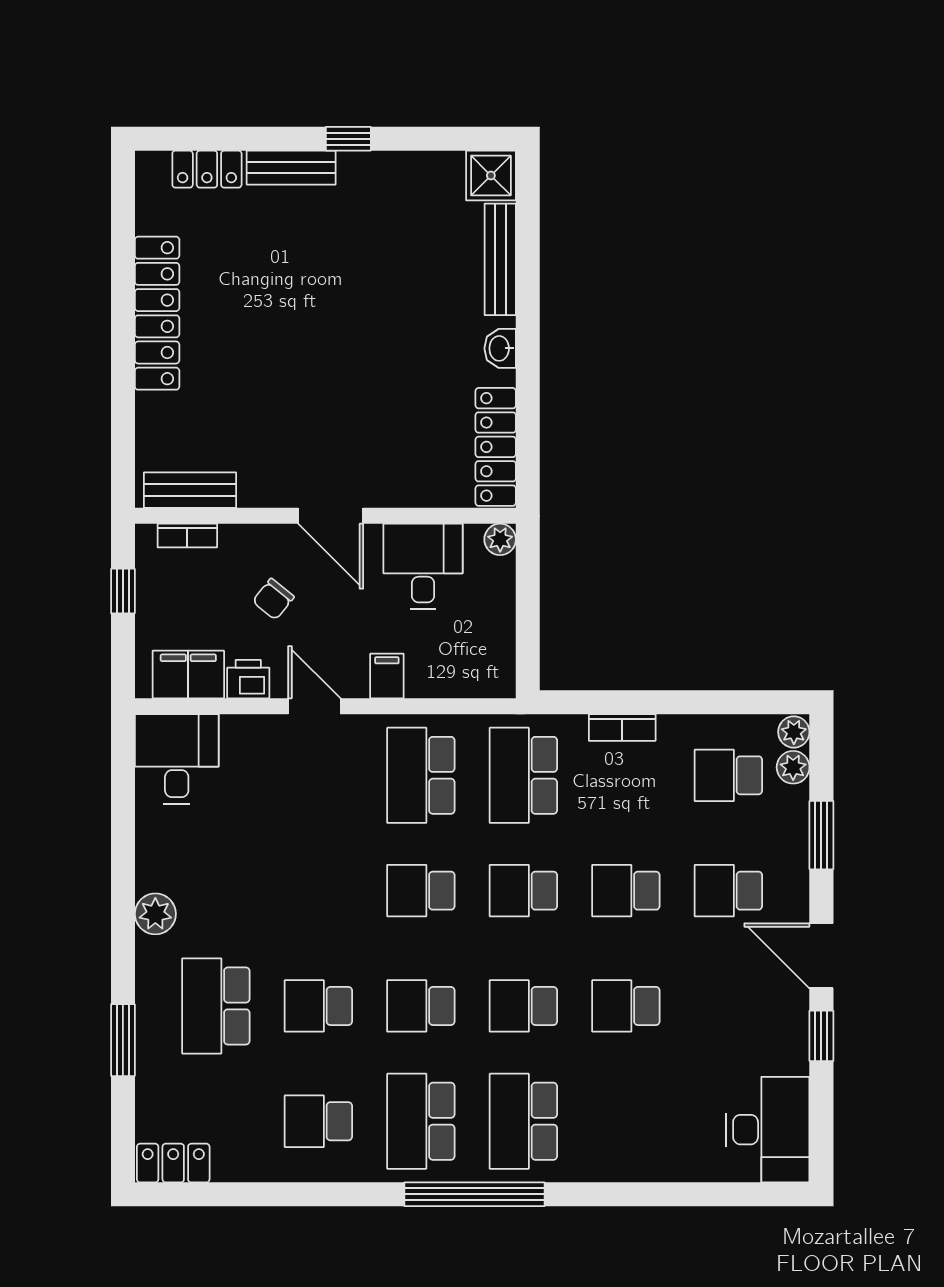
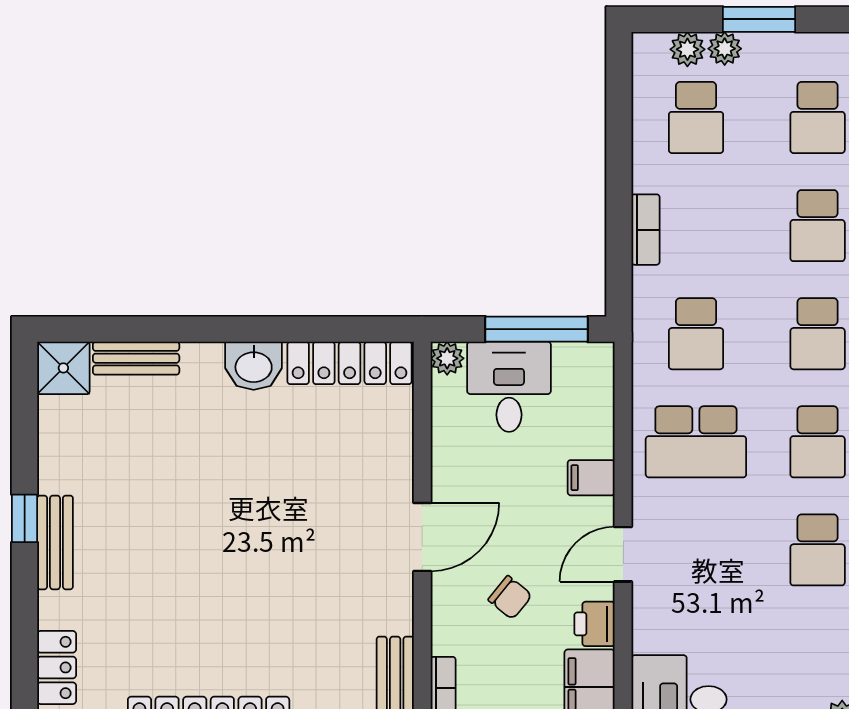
bench: (291, 168) -> (55, 542), moved
bench: (500, 259) -> (136, 358), width x0.73
washbasin: (500, 348) -> (254, 366), width x1.38, depth x1.45
desk: (423, 566) -> (509, 387), moved, turned 90
window: (528, 624) -> (537, 329), added
plant: (794, 732) -> (725, 49), moved
school desk: (523, 775) -> (696, 334), width x0.54
school desk: (318, 891) -> (818, 550), added

